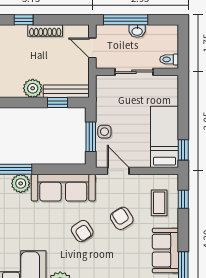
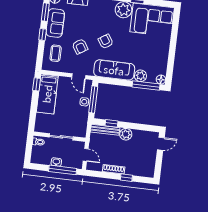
window: (91, 137) -> (93, 100), width x1.44
window: (183, 199) -> (43, 34), moved

